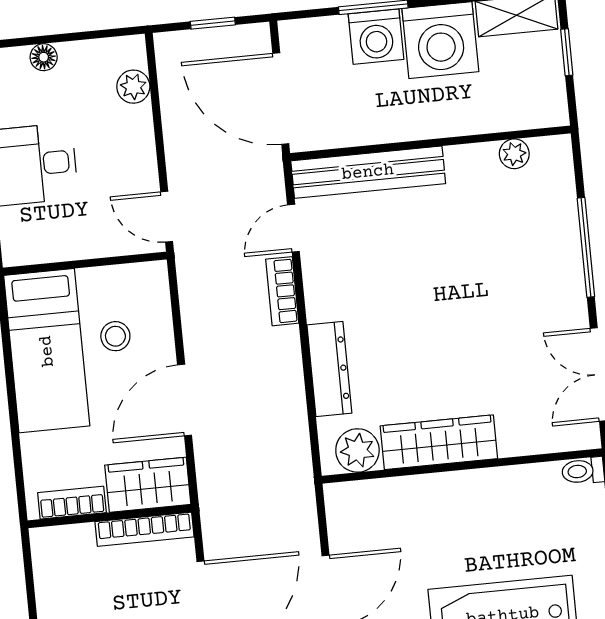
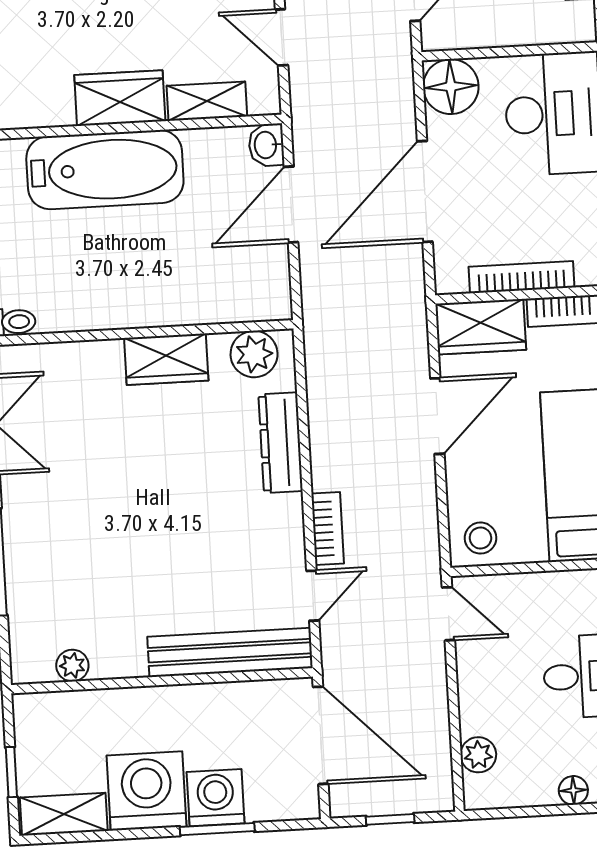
stool: (115, 336) -> (480, 538), moved
wardrobe: (439, 442) -> (166, 359), width x0.67
bookcase: (145, 529) -> (521, 277), moved

